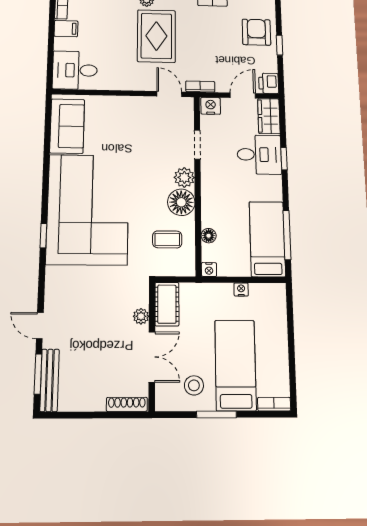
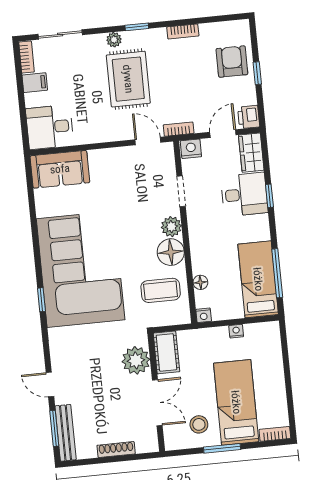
sofa: (67, 126) -> (60, 169), moved, turned 90
coffee table: (167, 239) -> (161, 290), width x1.36, depth x1.30
plant: (141, 316) -> (136, 360), width x1.87, depth x1.87
shoe rack: (127, 404) -> (116, 450), moved

